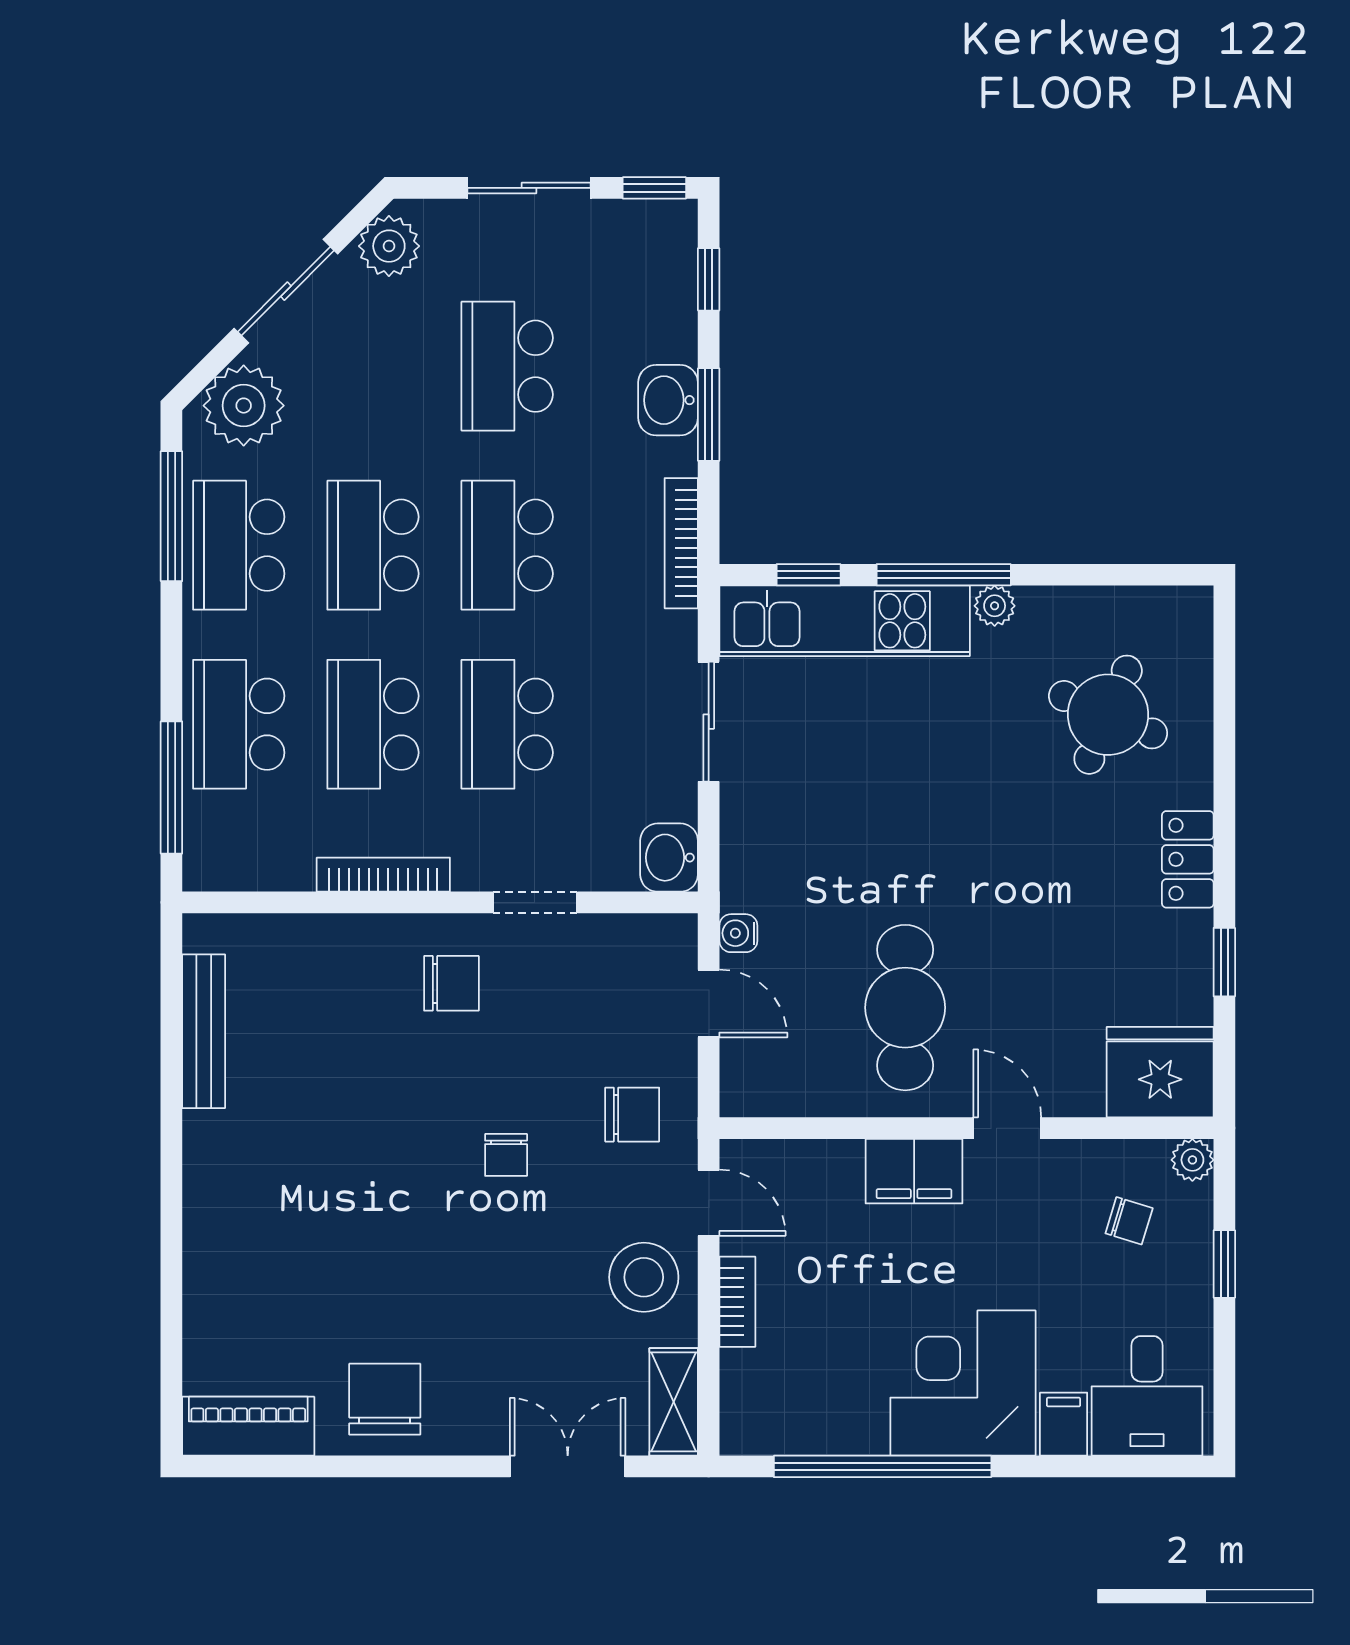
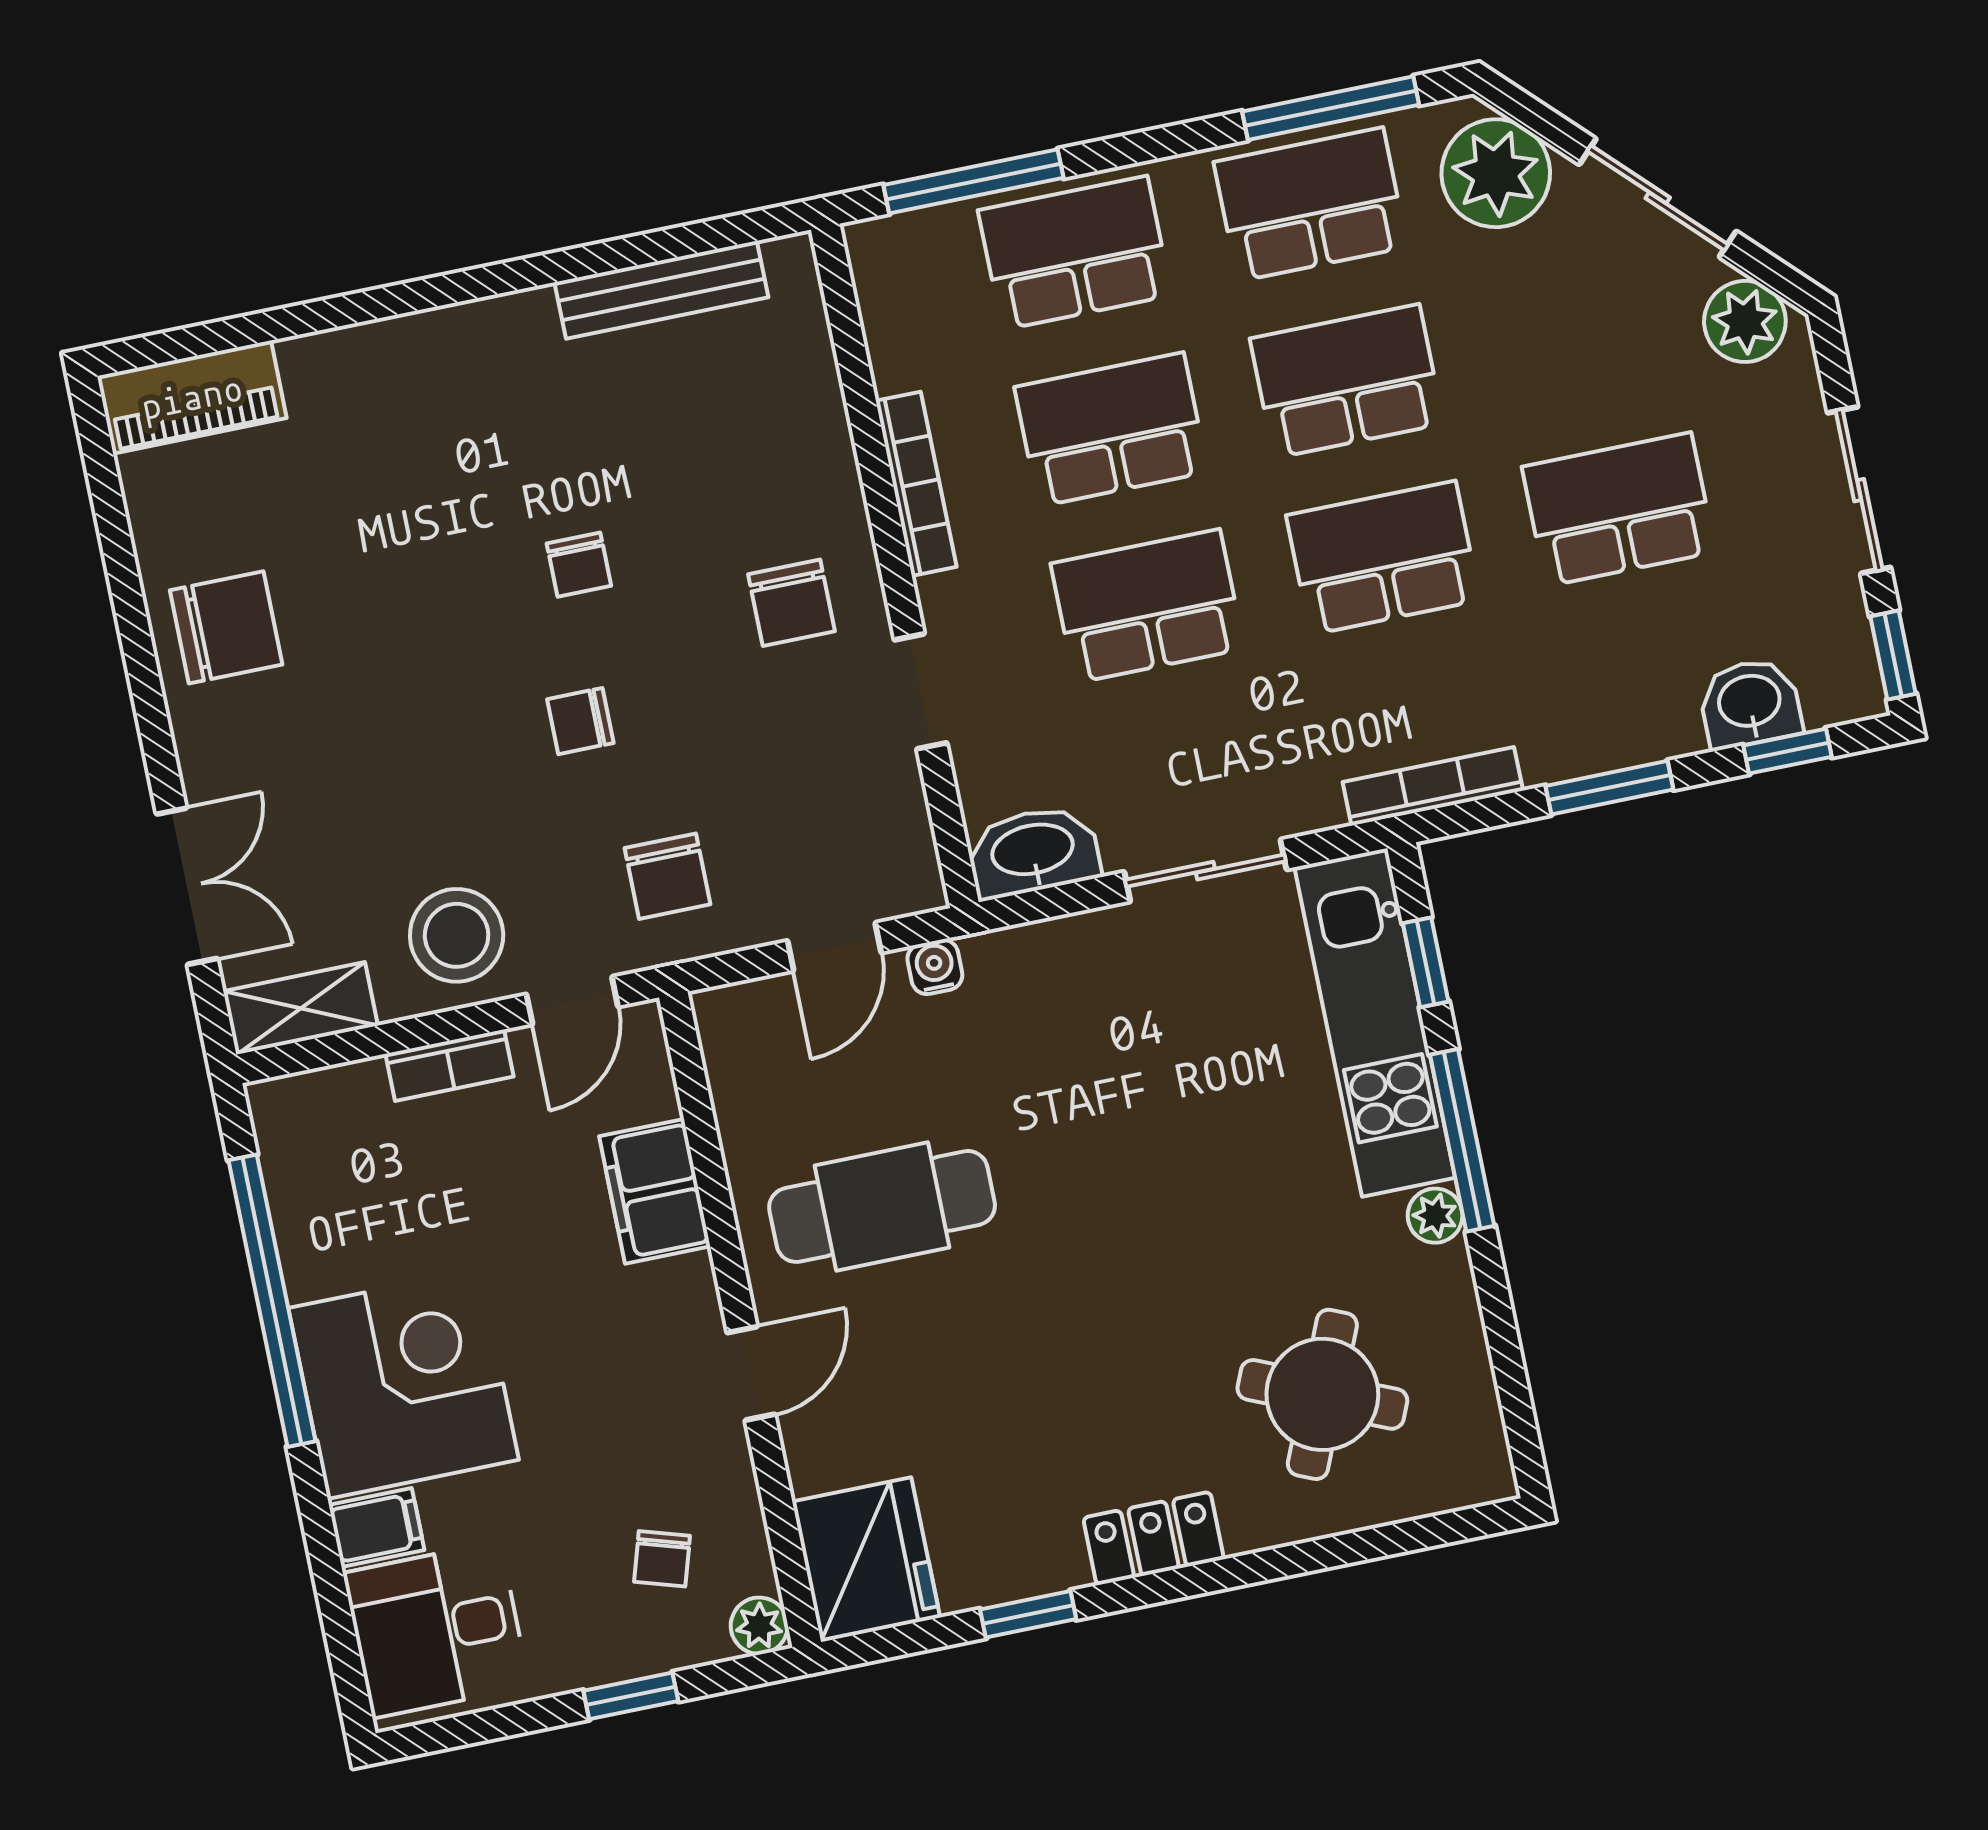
washbasin: (668, 400) -> (1750, 703), moved
washbasin: (669, 858) -> (1033, 852), width x1.38
chair: (392, 1133) -> (579, 565), added
filing cabinet: (914, 1171) -> (655, 1191), moved
piano: (248, 1426) -> (192, 397), moved, turned 90

